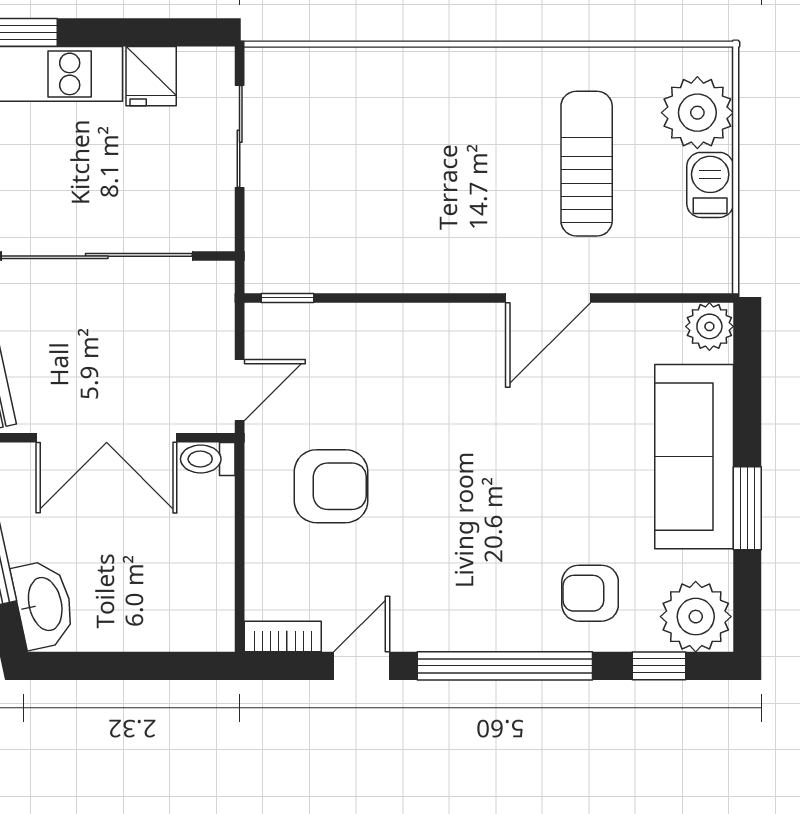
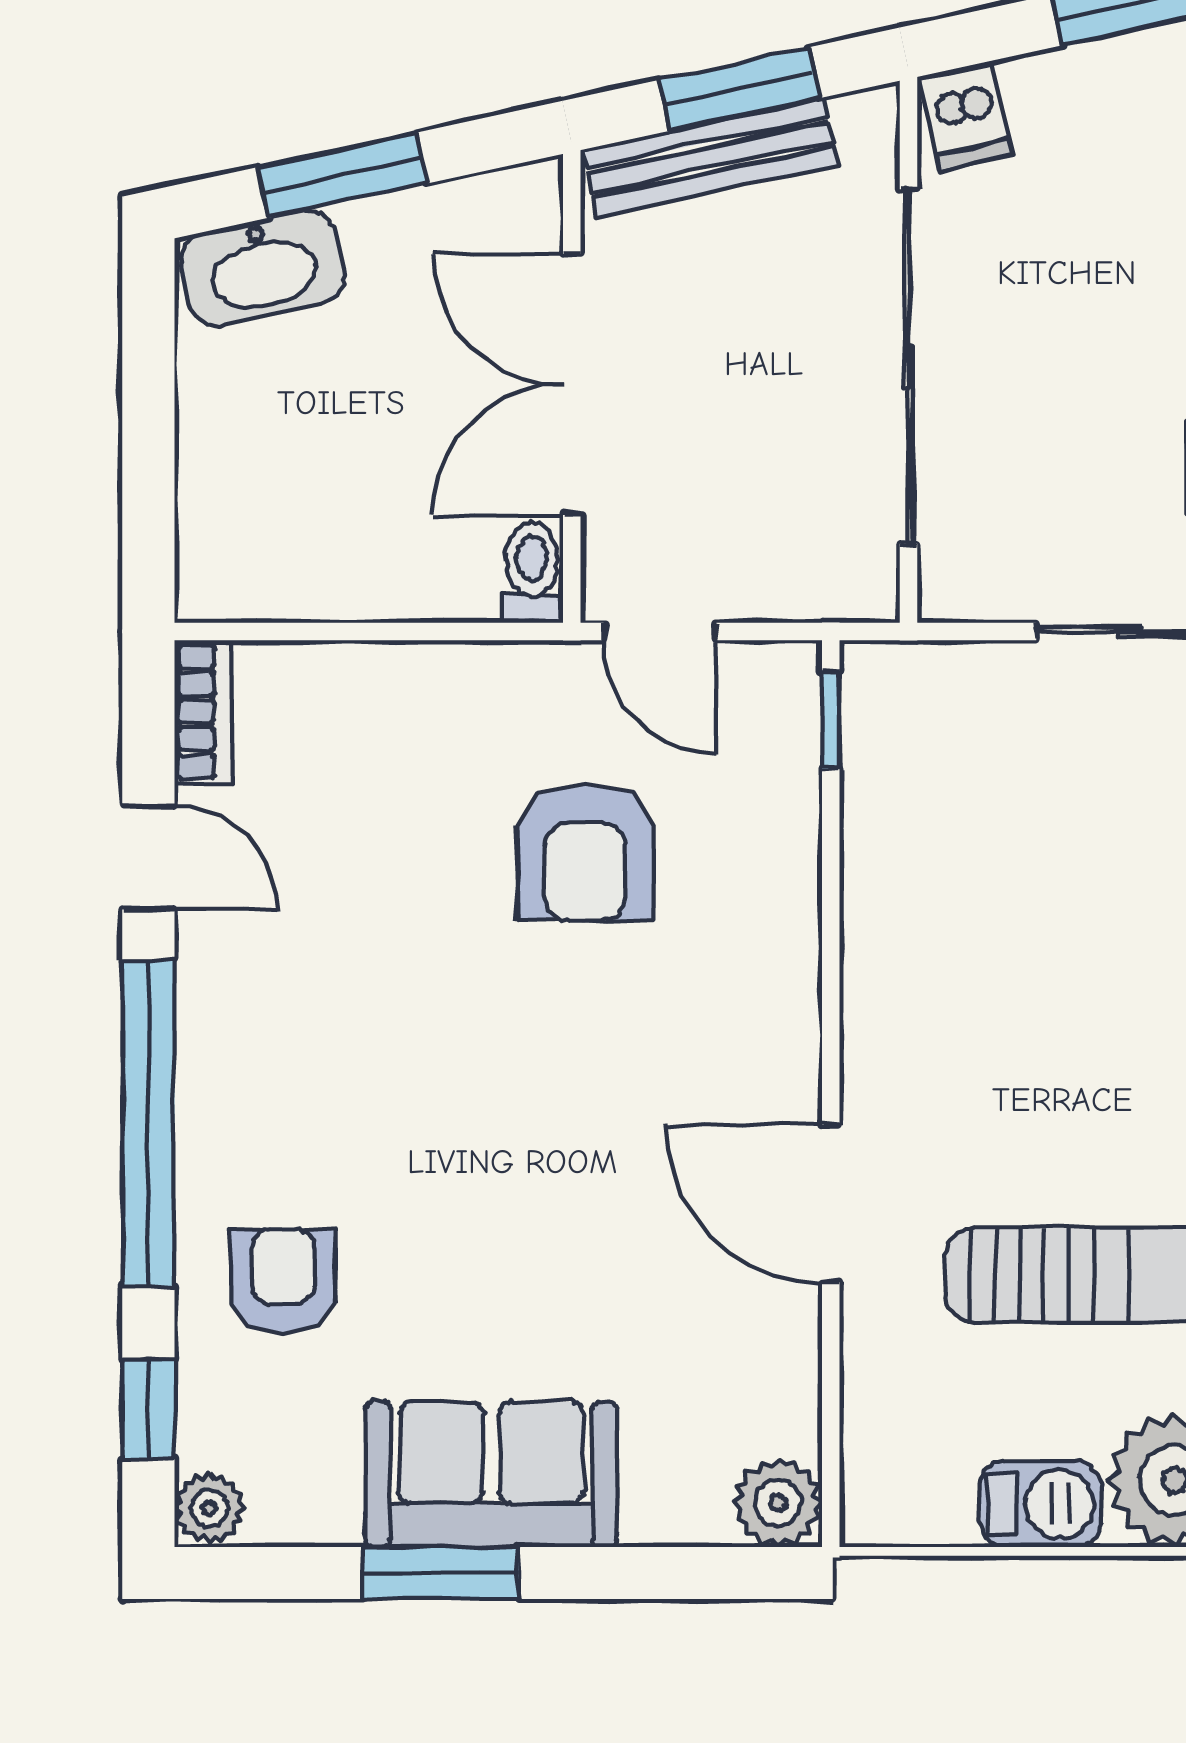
sofa: (694, 457) -> (491, 1474), width x0.73
armchair: (331, 486) -> (585, 853), moved
plant: (696, 617) -> (209, 1508), width x0.53, depth x0.53

